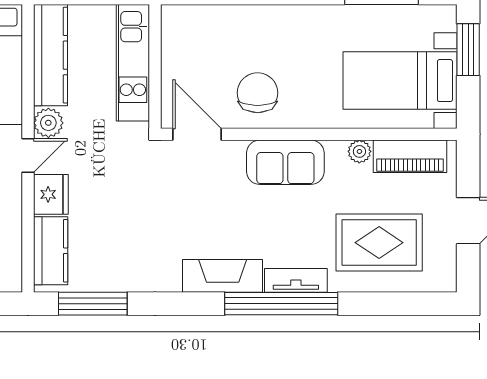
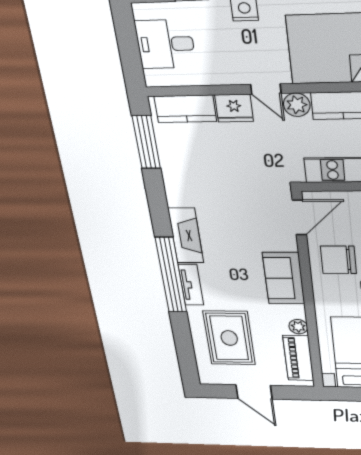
chair: (258, 93) -> (338, 260), turned 180

